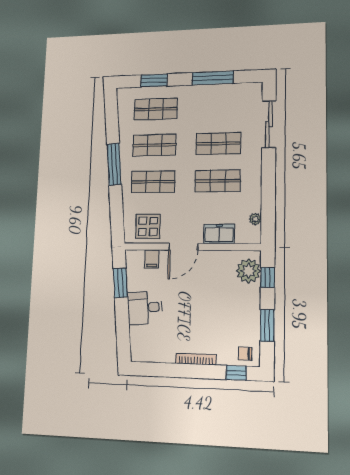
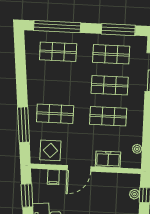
window: (212, 78) -> (118, 30), moved
window: (154, 80) -> (57, 27), width x2.11
shop shelf: (154, 145) -> (111, 54), moved
window: (114, 164) -> (23, 125), moved
plant: (248, 271) -> (134, 194), width x0.53, depth x0.53

